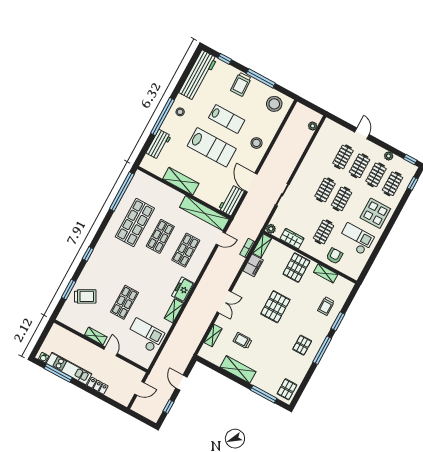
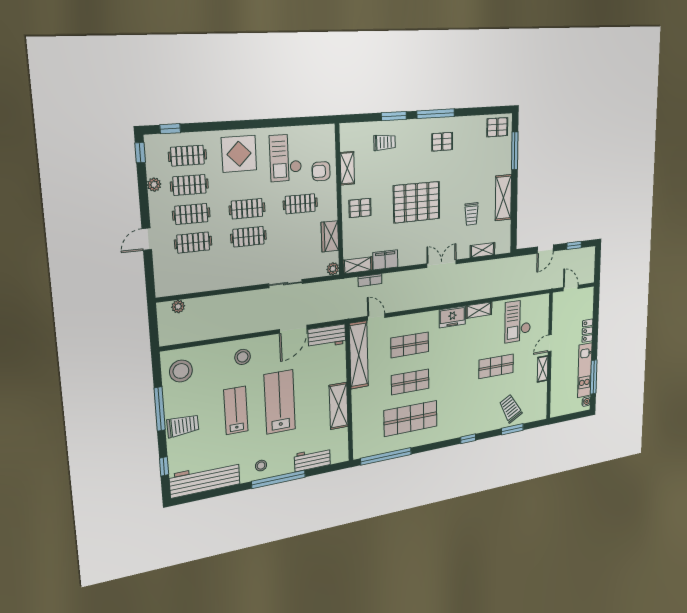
pallet: (296, 268) -> (360, 208), width x0.67, depth x0.71
pallet: (275, 307) -> (417, 202), width x1.37, depth x1.41

